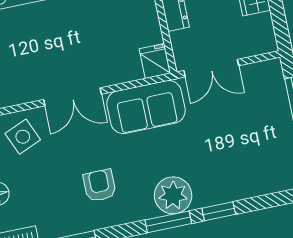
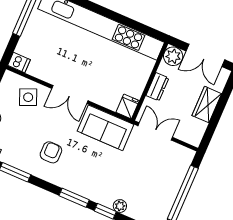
double door: (211, 68) -> (155, 131), swing flipped
plant: (173, 195) -> (120, 206), moved, width x0.53, depth x0.53

